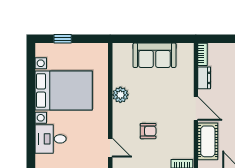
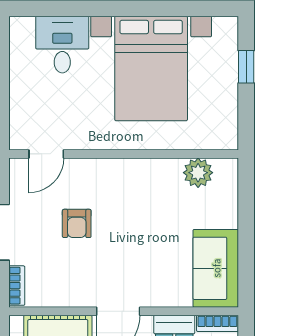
sofa: (154, 55) -> (216, 268), moved
plant: (120, 95) -> (198, 173), moved

